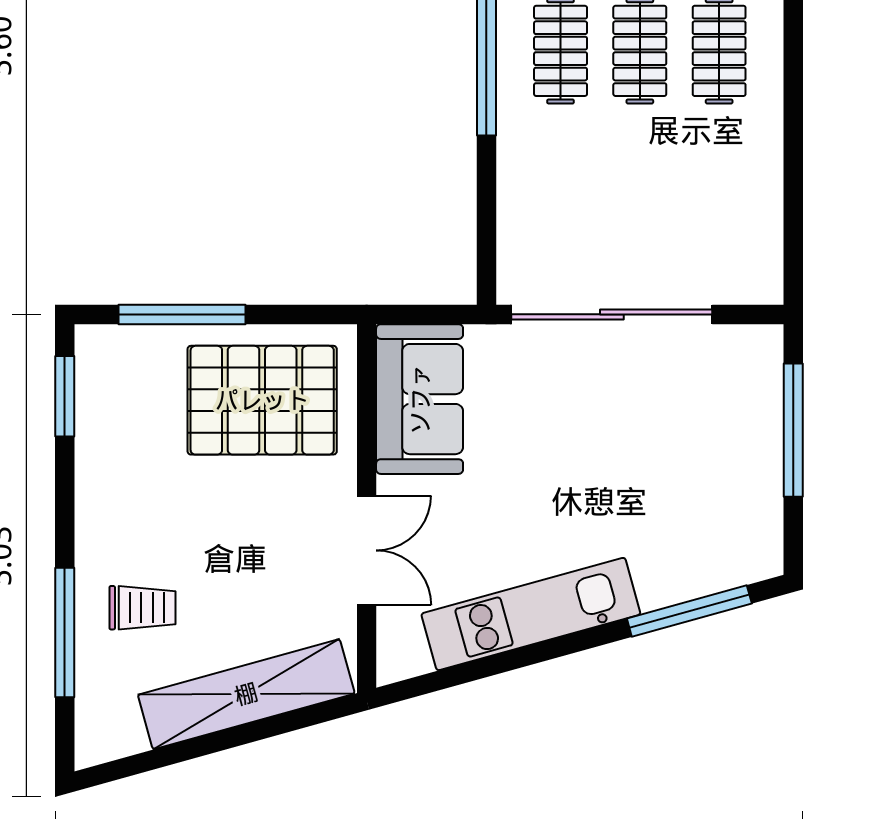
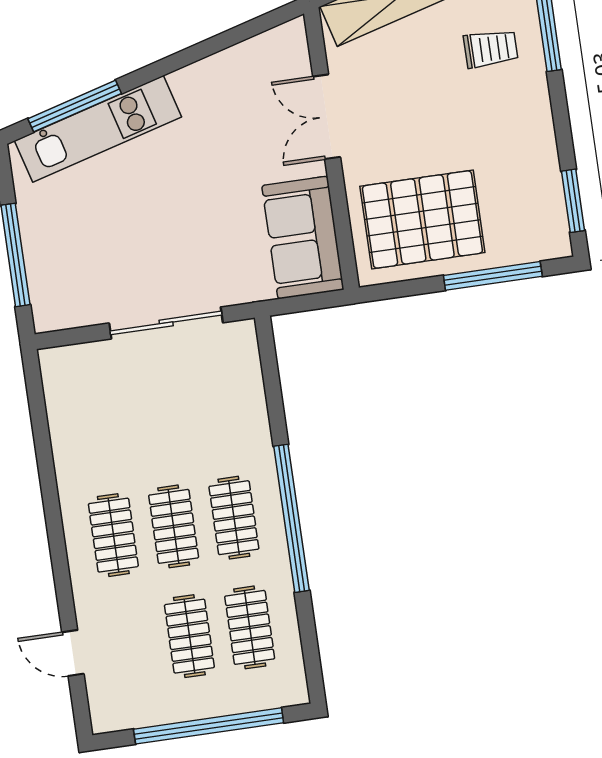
sliding door: (612, 314) -> (166, 323), width x0.73
trolley: (143, 608) -> (491, 49), turned 180
kitchen unit: (531, 614) -> (98, 129), moved

